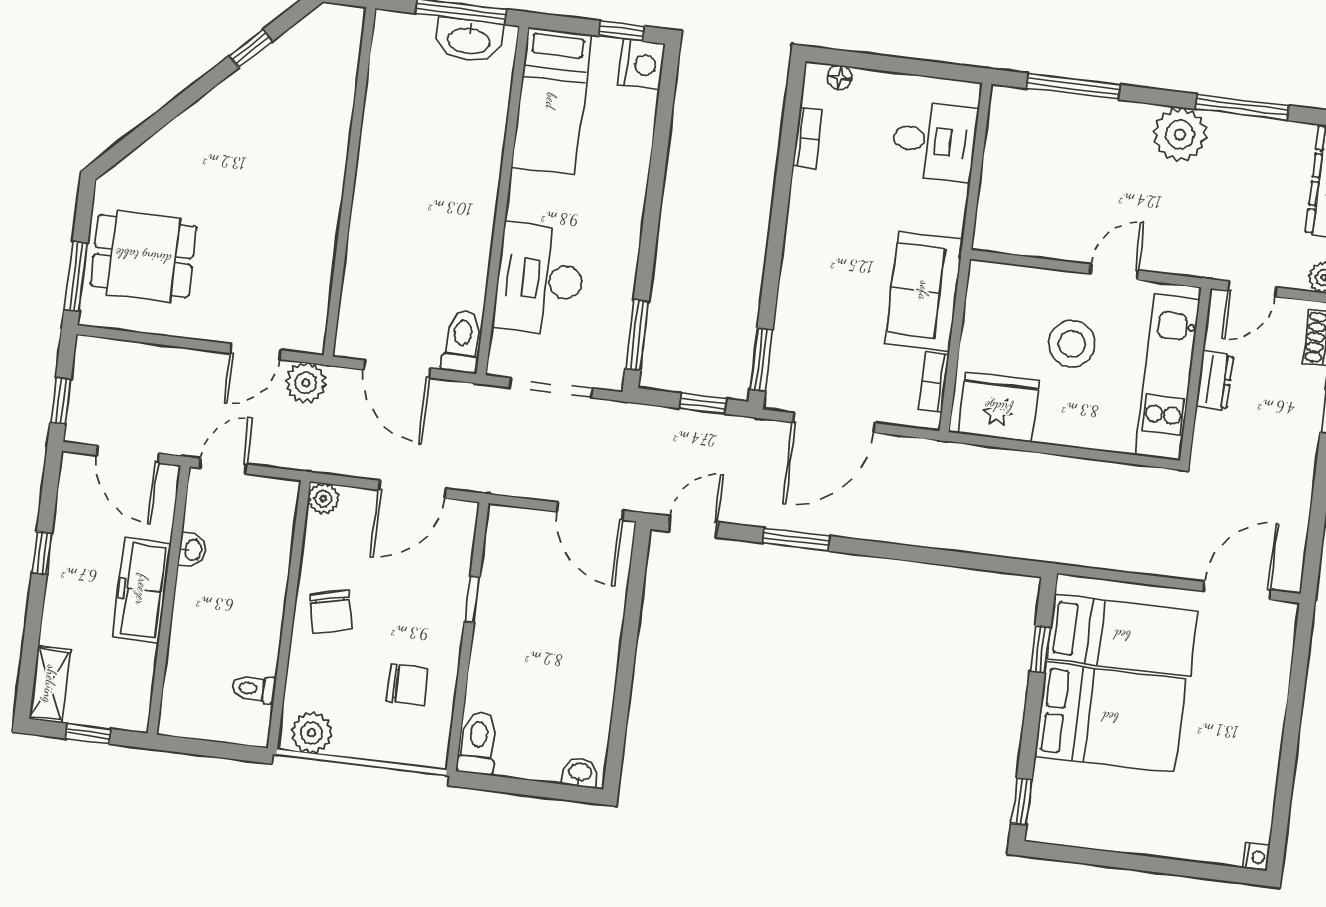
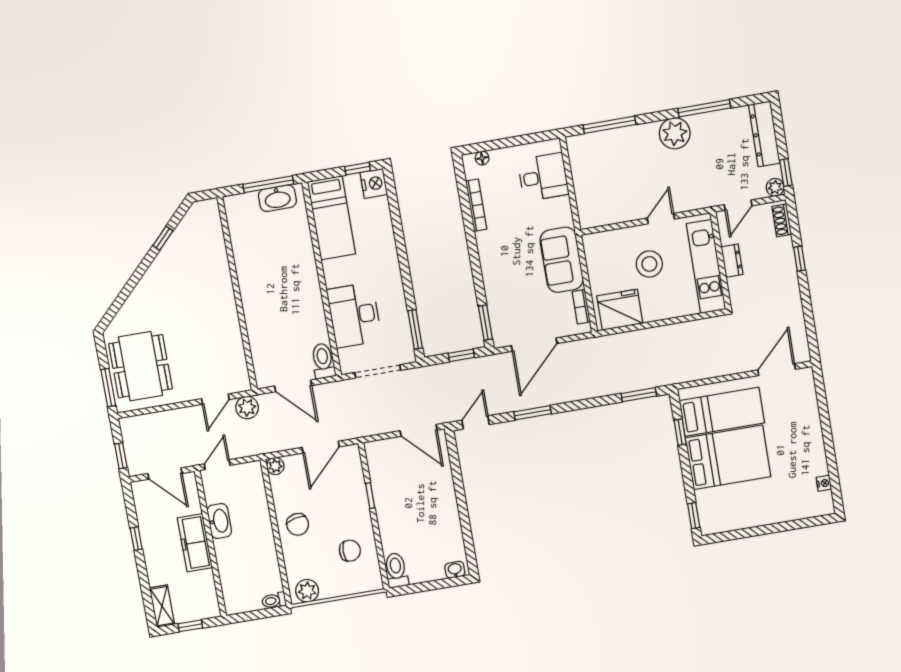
bookcase: (808, 138) -> (476, 205), width x1.56
dining table: (143, 256) -> (140, 366), width x1.38
washbasin: (192, 550) -> (219, 521), width x1.91, depth x1.45
window: (988, 563) -> (639, 395), added
toilet: (254, 689) -> (274, 601), moved
nightstand: (1256, 857) -> (824, 483), moved

